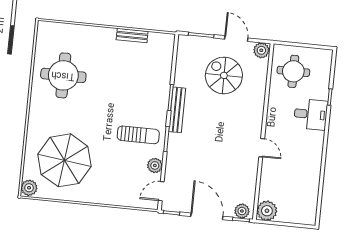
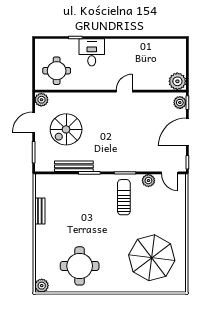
bench: (177, 110) -> (74, 166), moved
plant: (29, 188) -> (42, 286), moved

